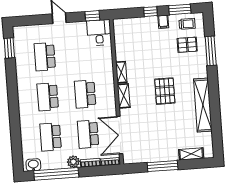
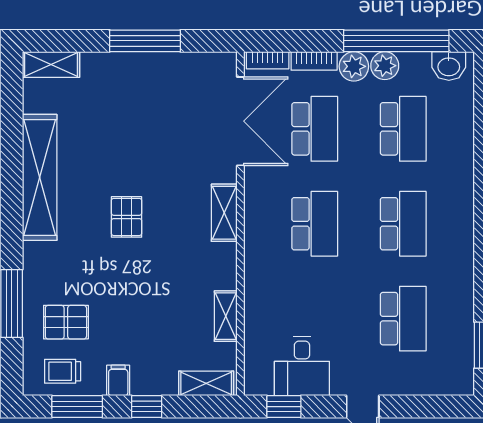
shelving: (126, 23) -> (206, 383), added
desk: (99, 33) -> (302, 366), moved
shelving: (121, 72) -> (226, 316), moved
pallet: (165, 91) -> (127, 217), width x0.67, depth x0.71
shelving: (191, 154) -> (51, 65), moved
plant: (60, 163) -> (385, 66), added

